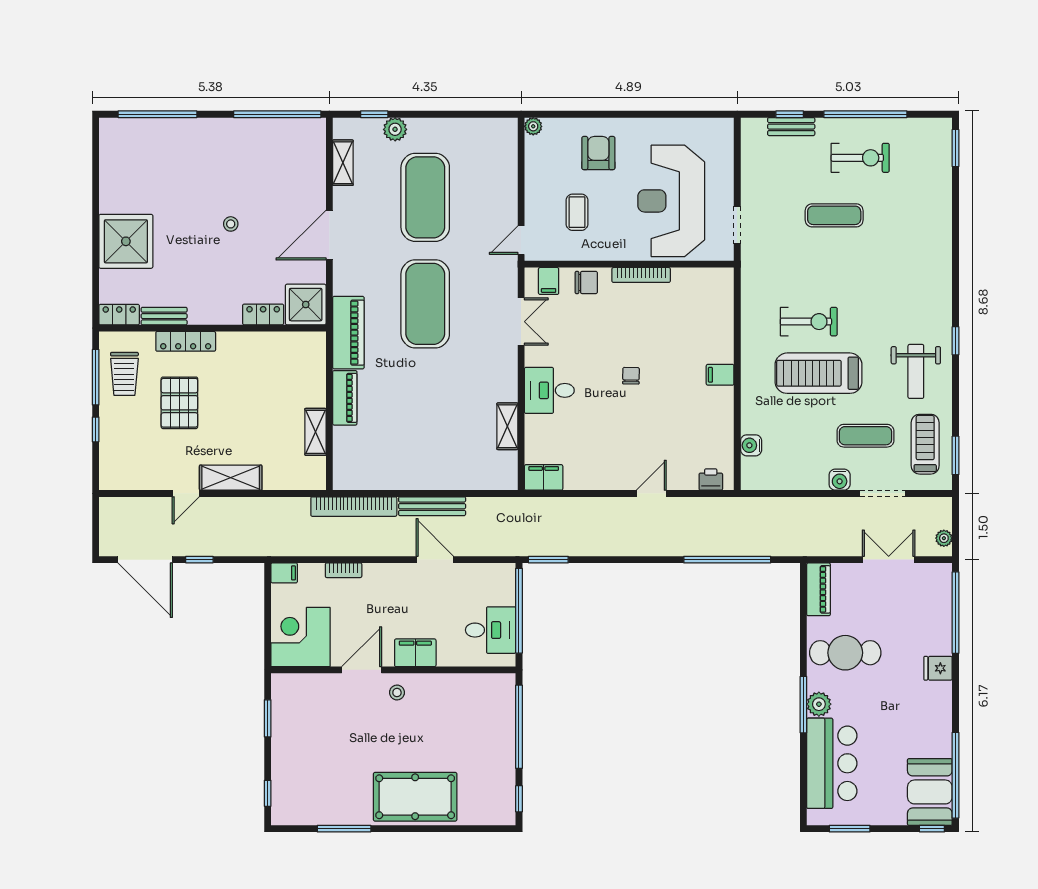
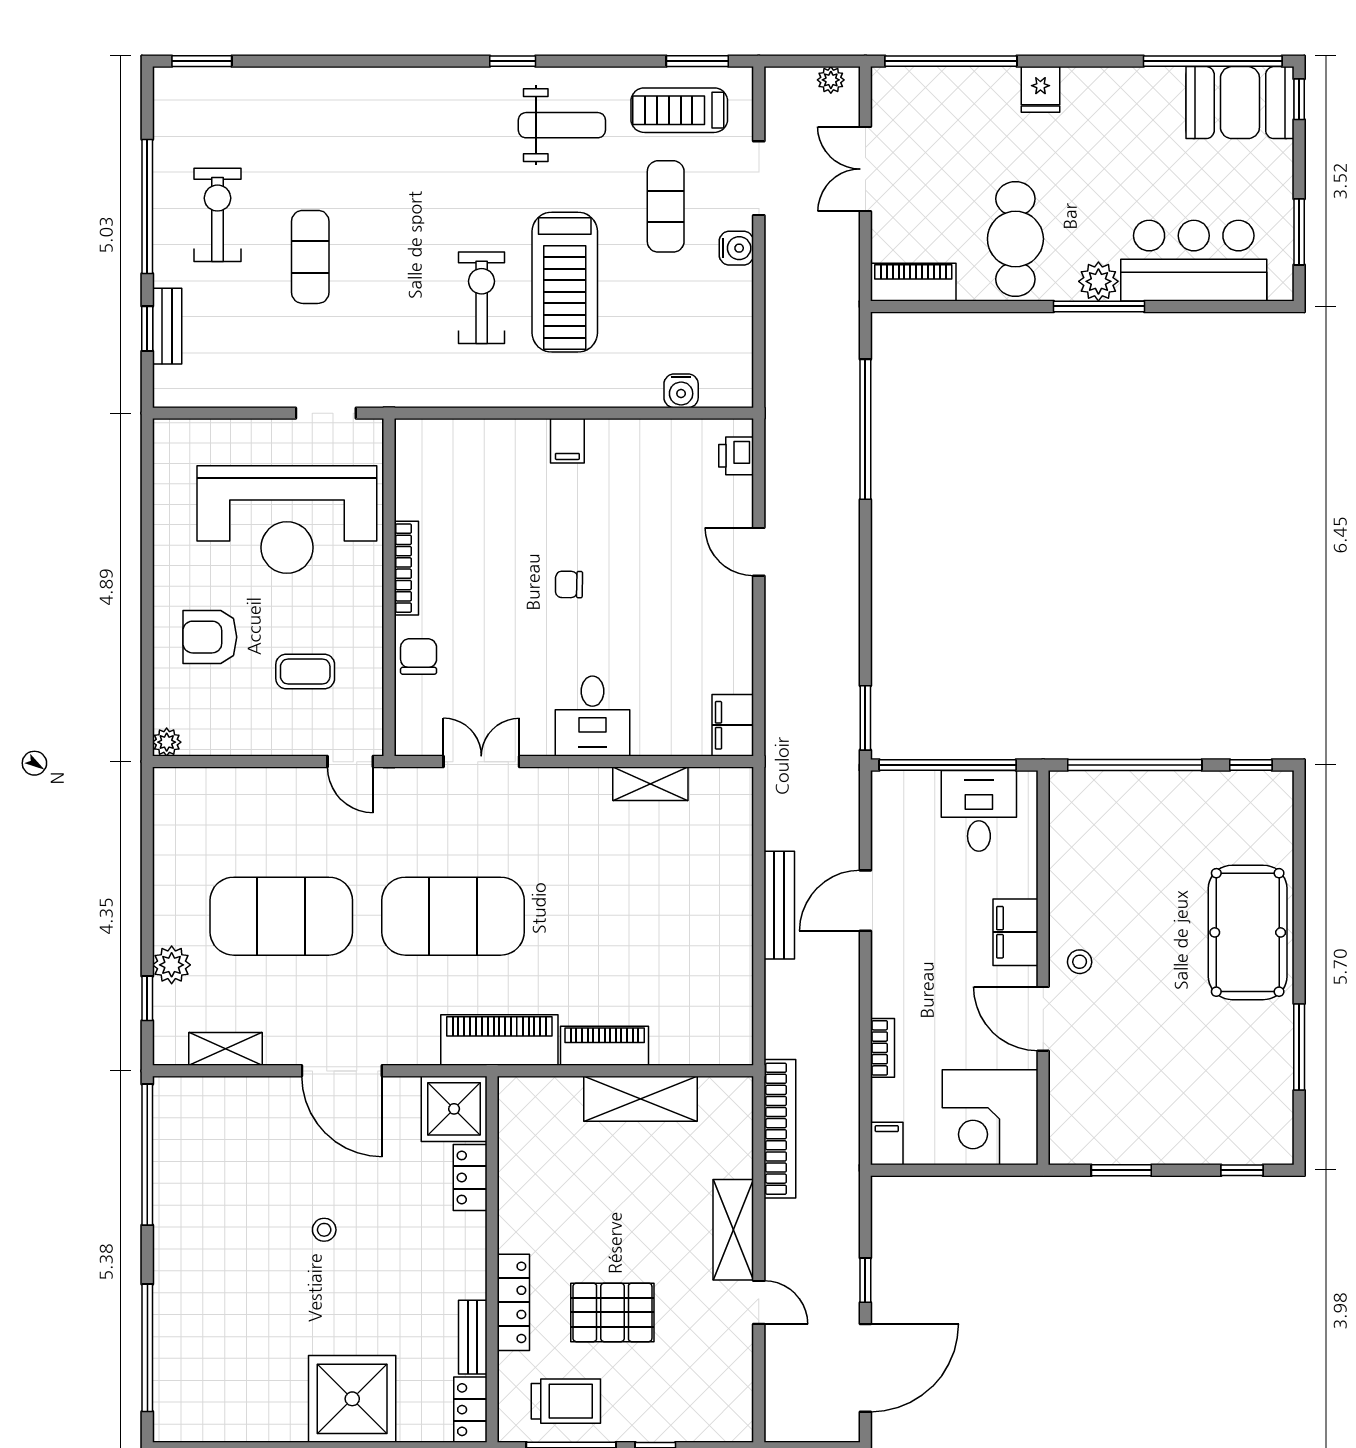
filing cabinet: (549, 281) -> (416, 717), removed
shelving: (315, 432) -> (640, 1099), width x1.50, depth x1.33
bookcase: (354, 507) -> (780, 1129), moved

